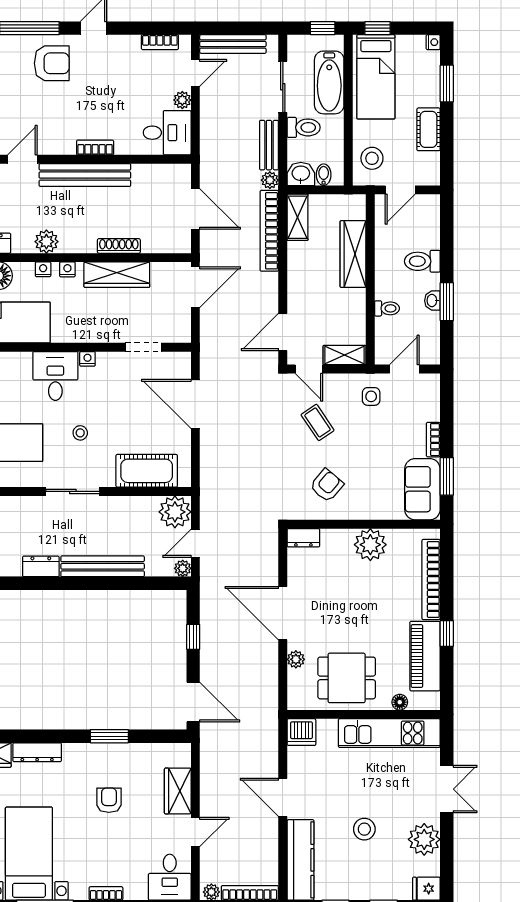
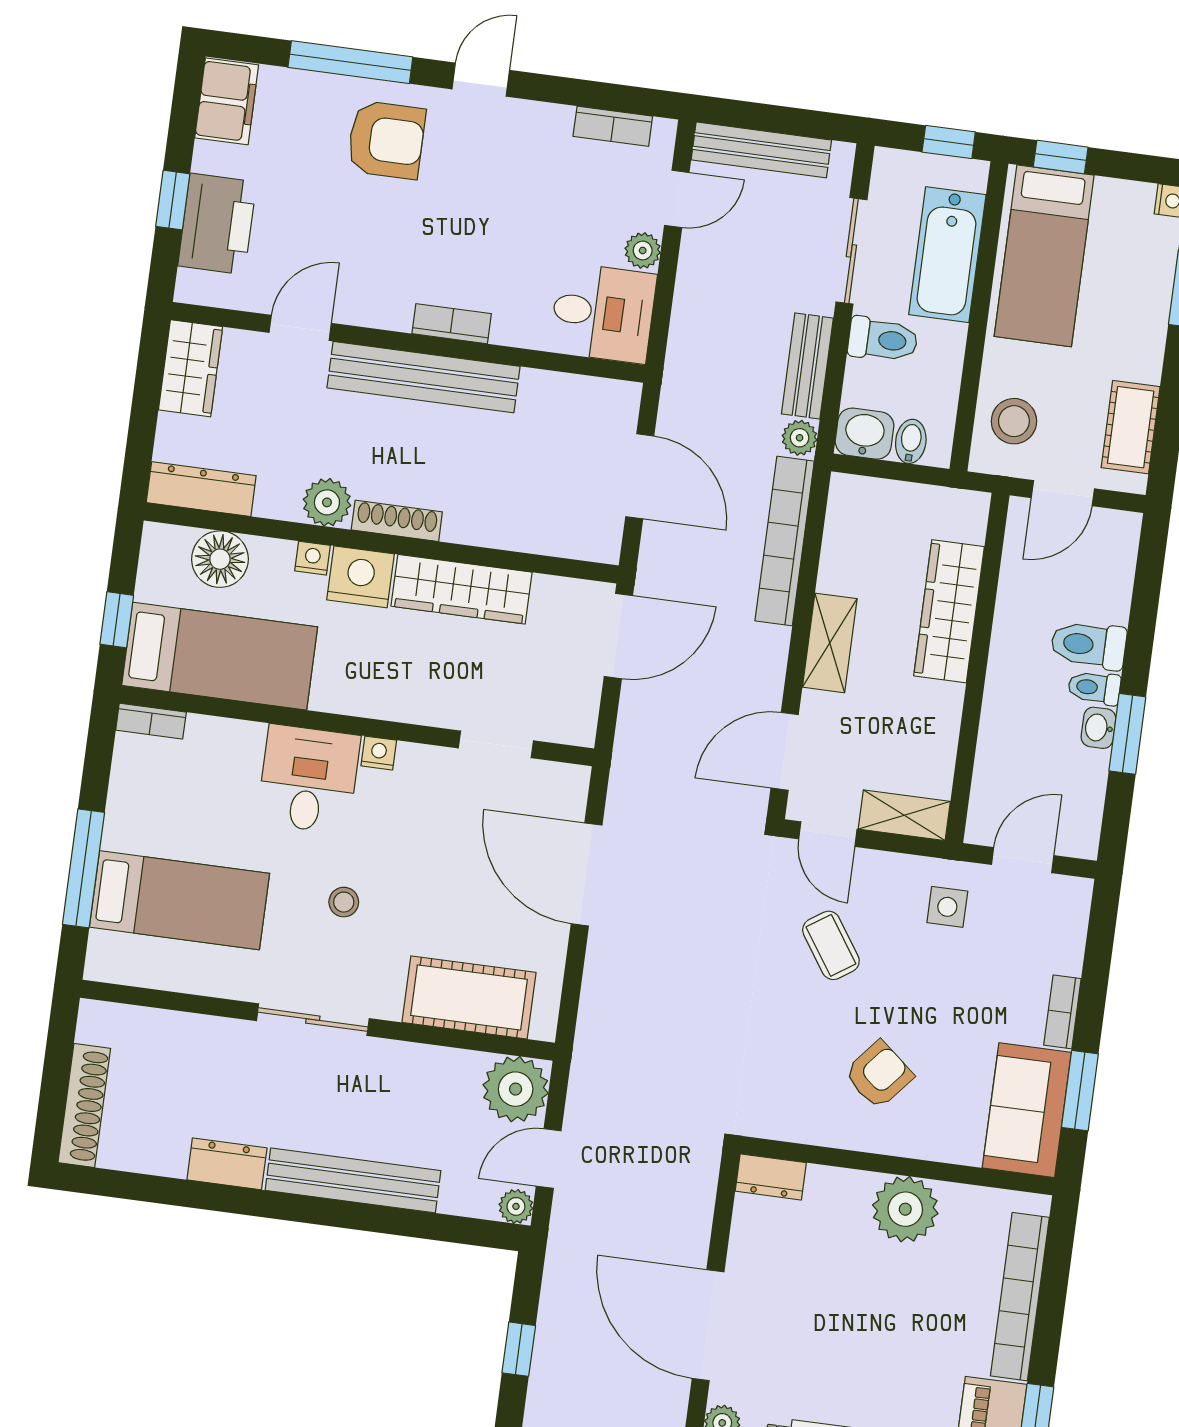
cot: (429, 129) -> (1131, 427), moved
shelving: (298, 217) -> (830, 643), moved
shoe rack: (119, 246) -> (397, 521), moved
nightstand: (67, 269) -> (361, 577), width x1.89, depth x1.79
toilet: (387, 308) -> (1094, 688), moved, turned 180
armchair: (327, 485) -> (879, 1075), moved

